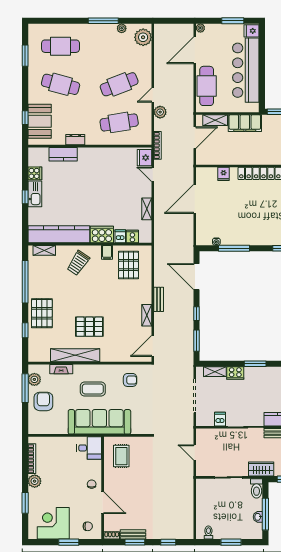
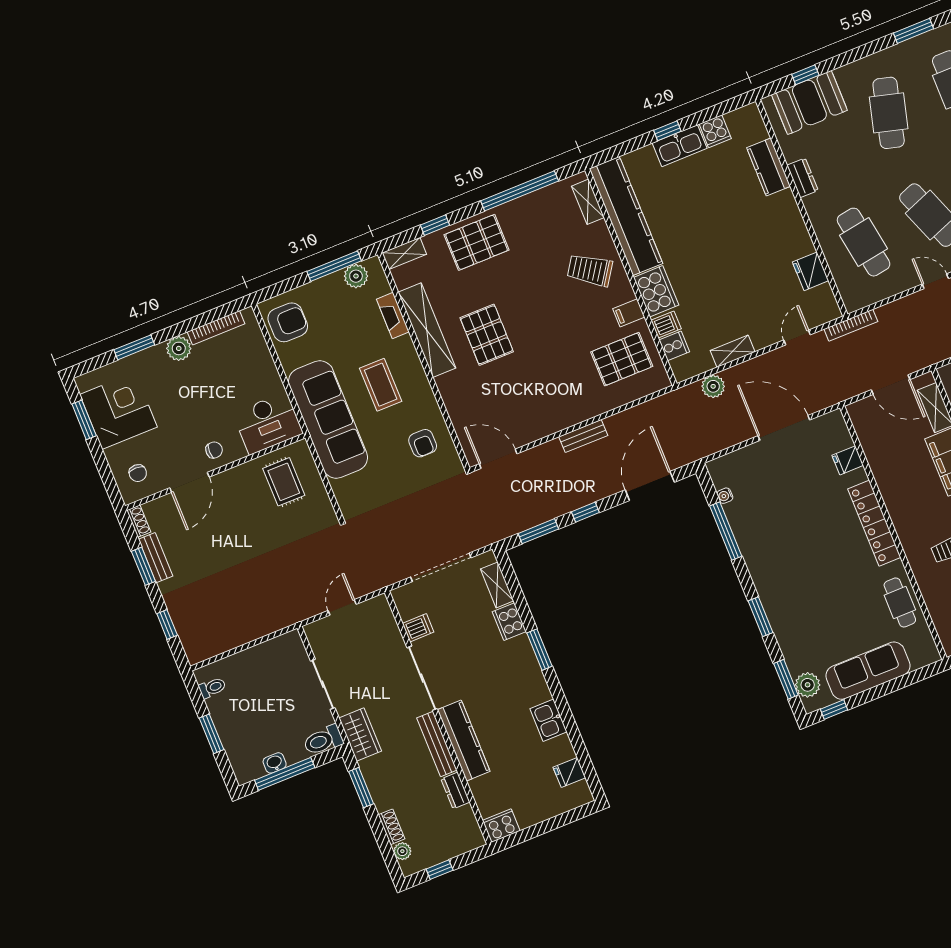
plant: (160, 112) -> (713, 386), moved
fridge: (145, 158) -> (811, 271), moved, turned -90
shelving: (147, 315) -> (404, 253), moved
armchair: (43, 401) -> (288, 322), moved
desk: (89, 448) -> (268, 423), width x1.37
rug: (121, 456) -> (284, 482), turned 90
window: (69, 542) -> (84, 420), moved

